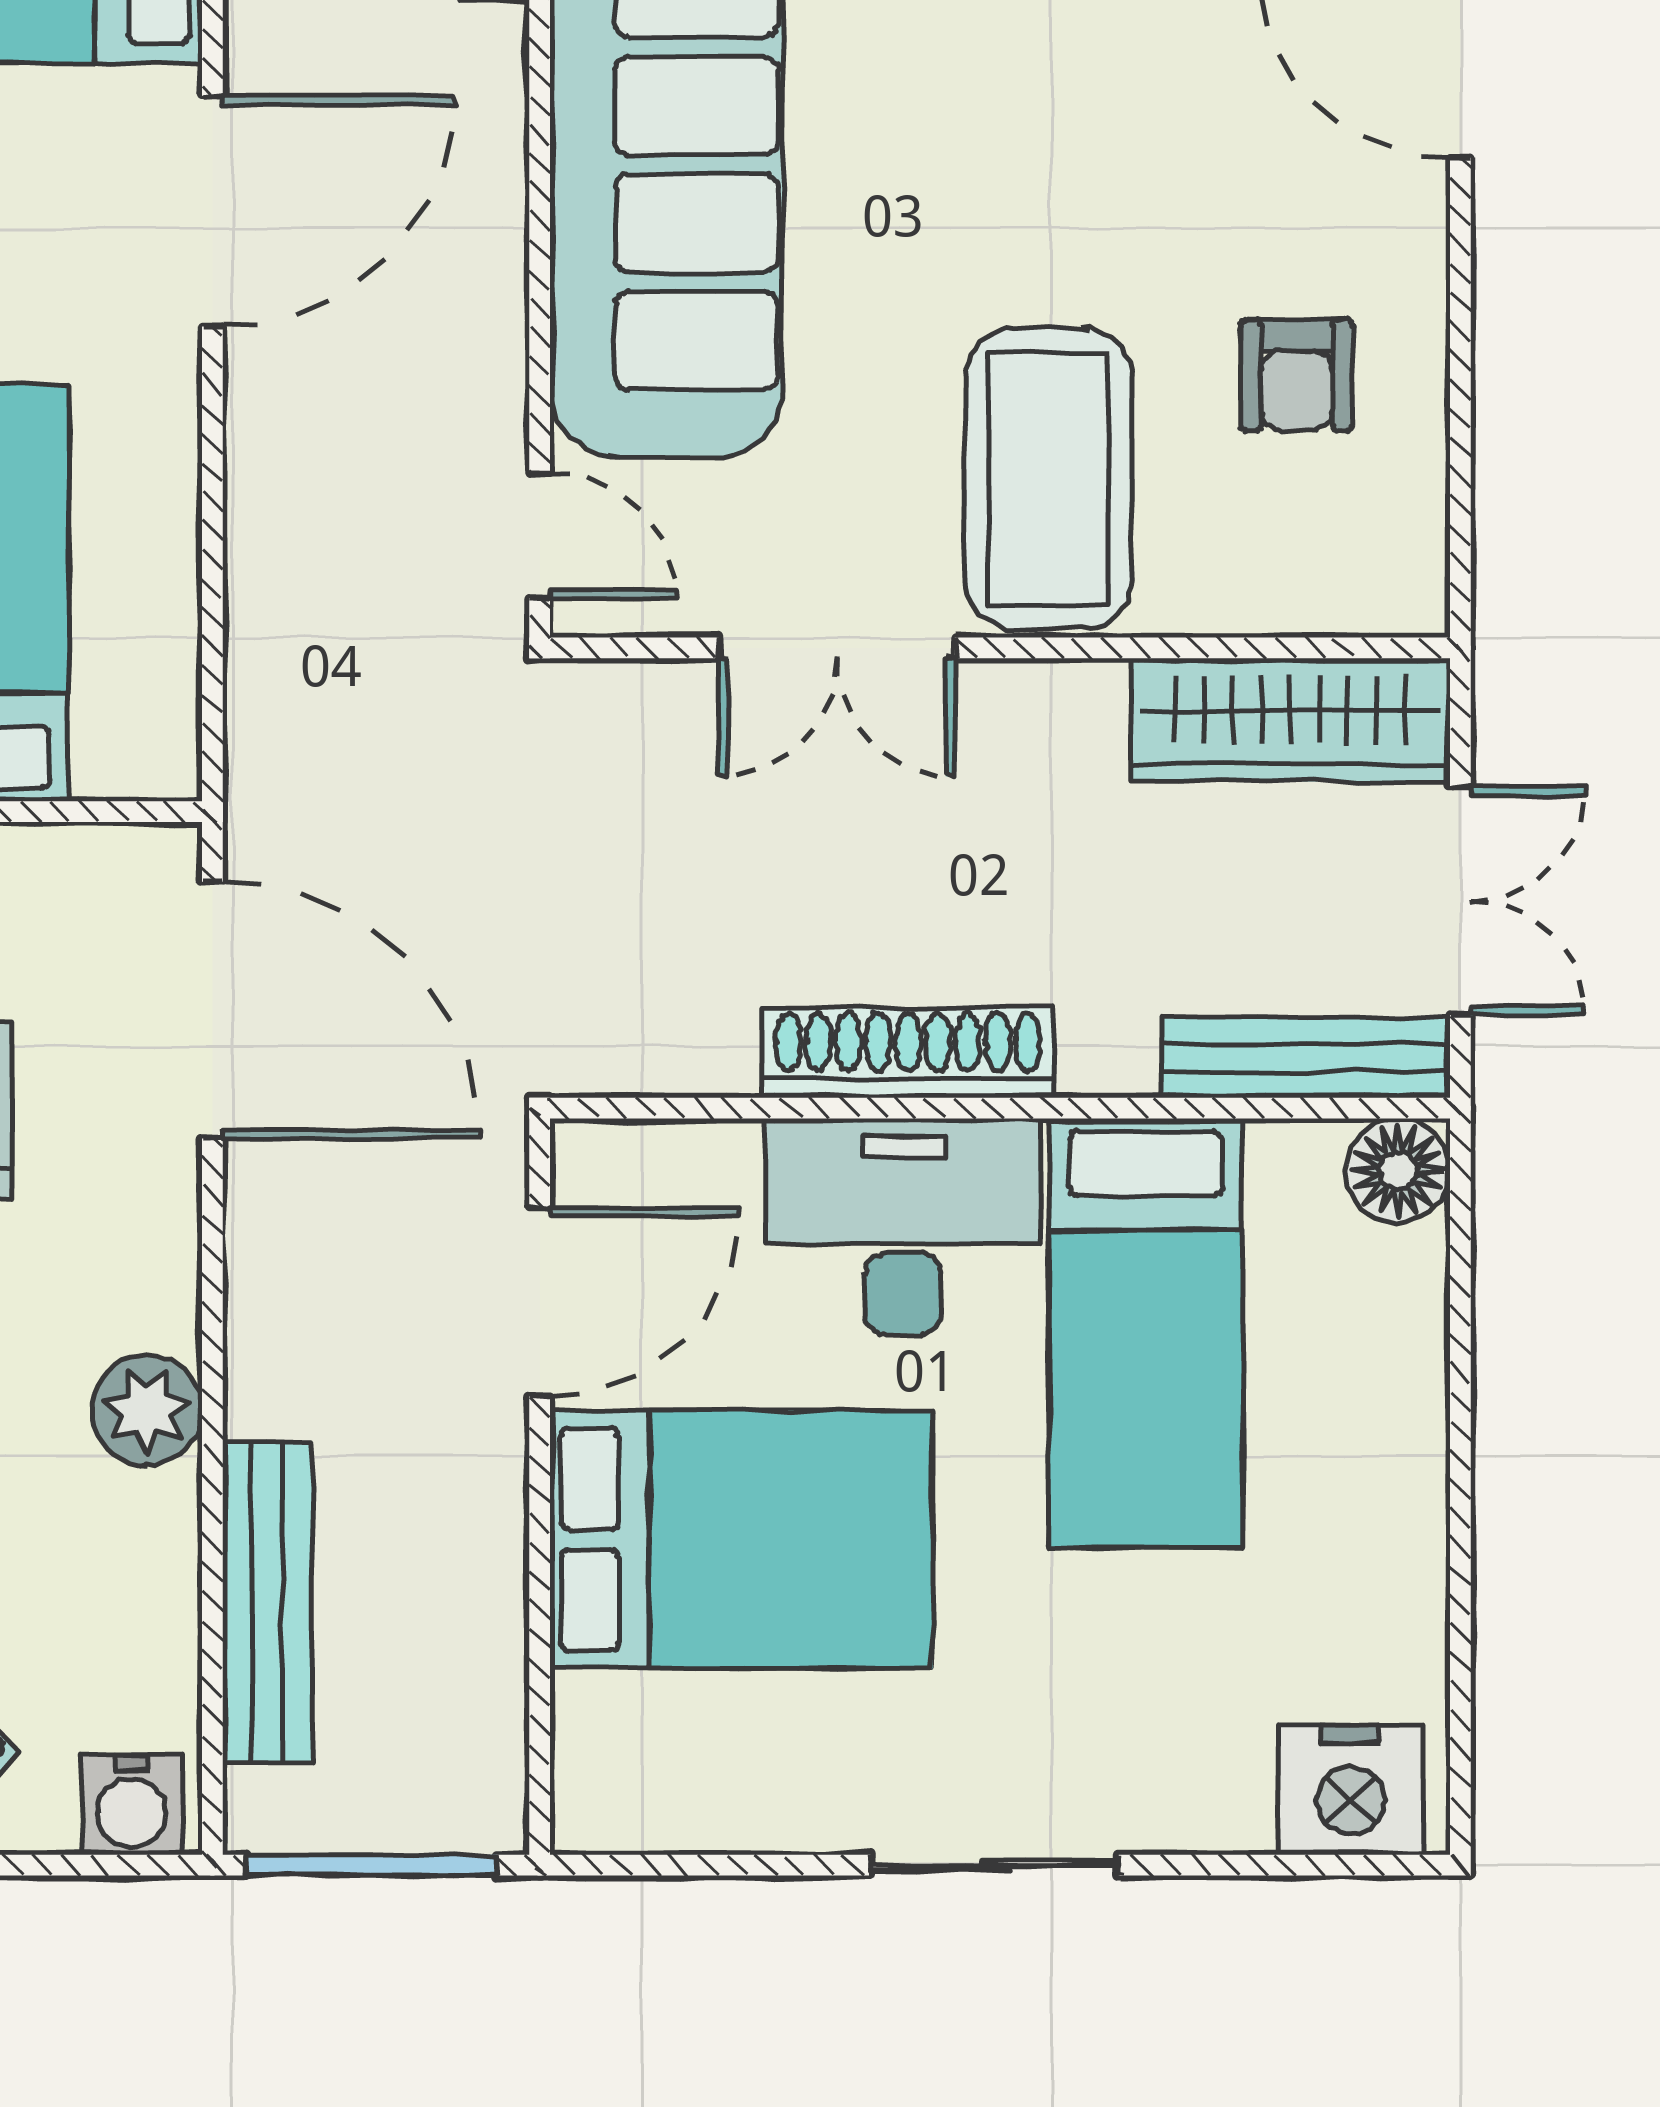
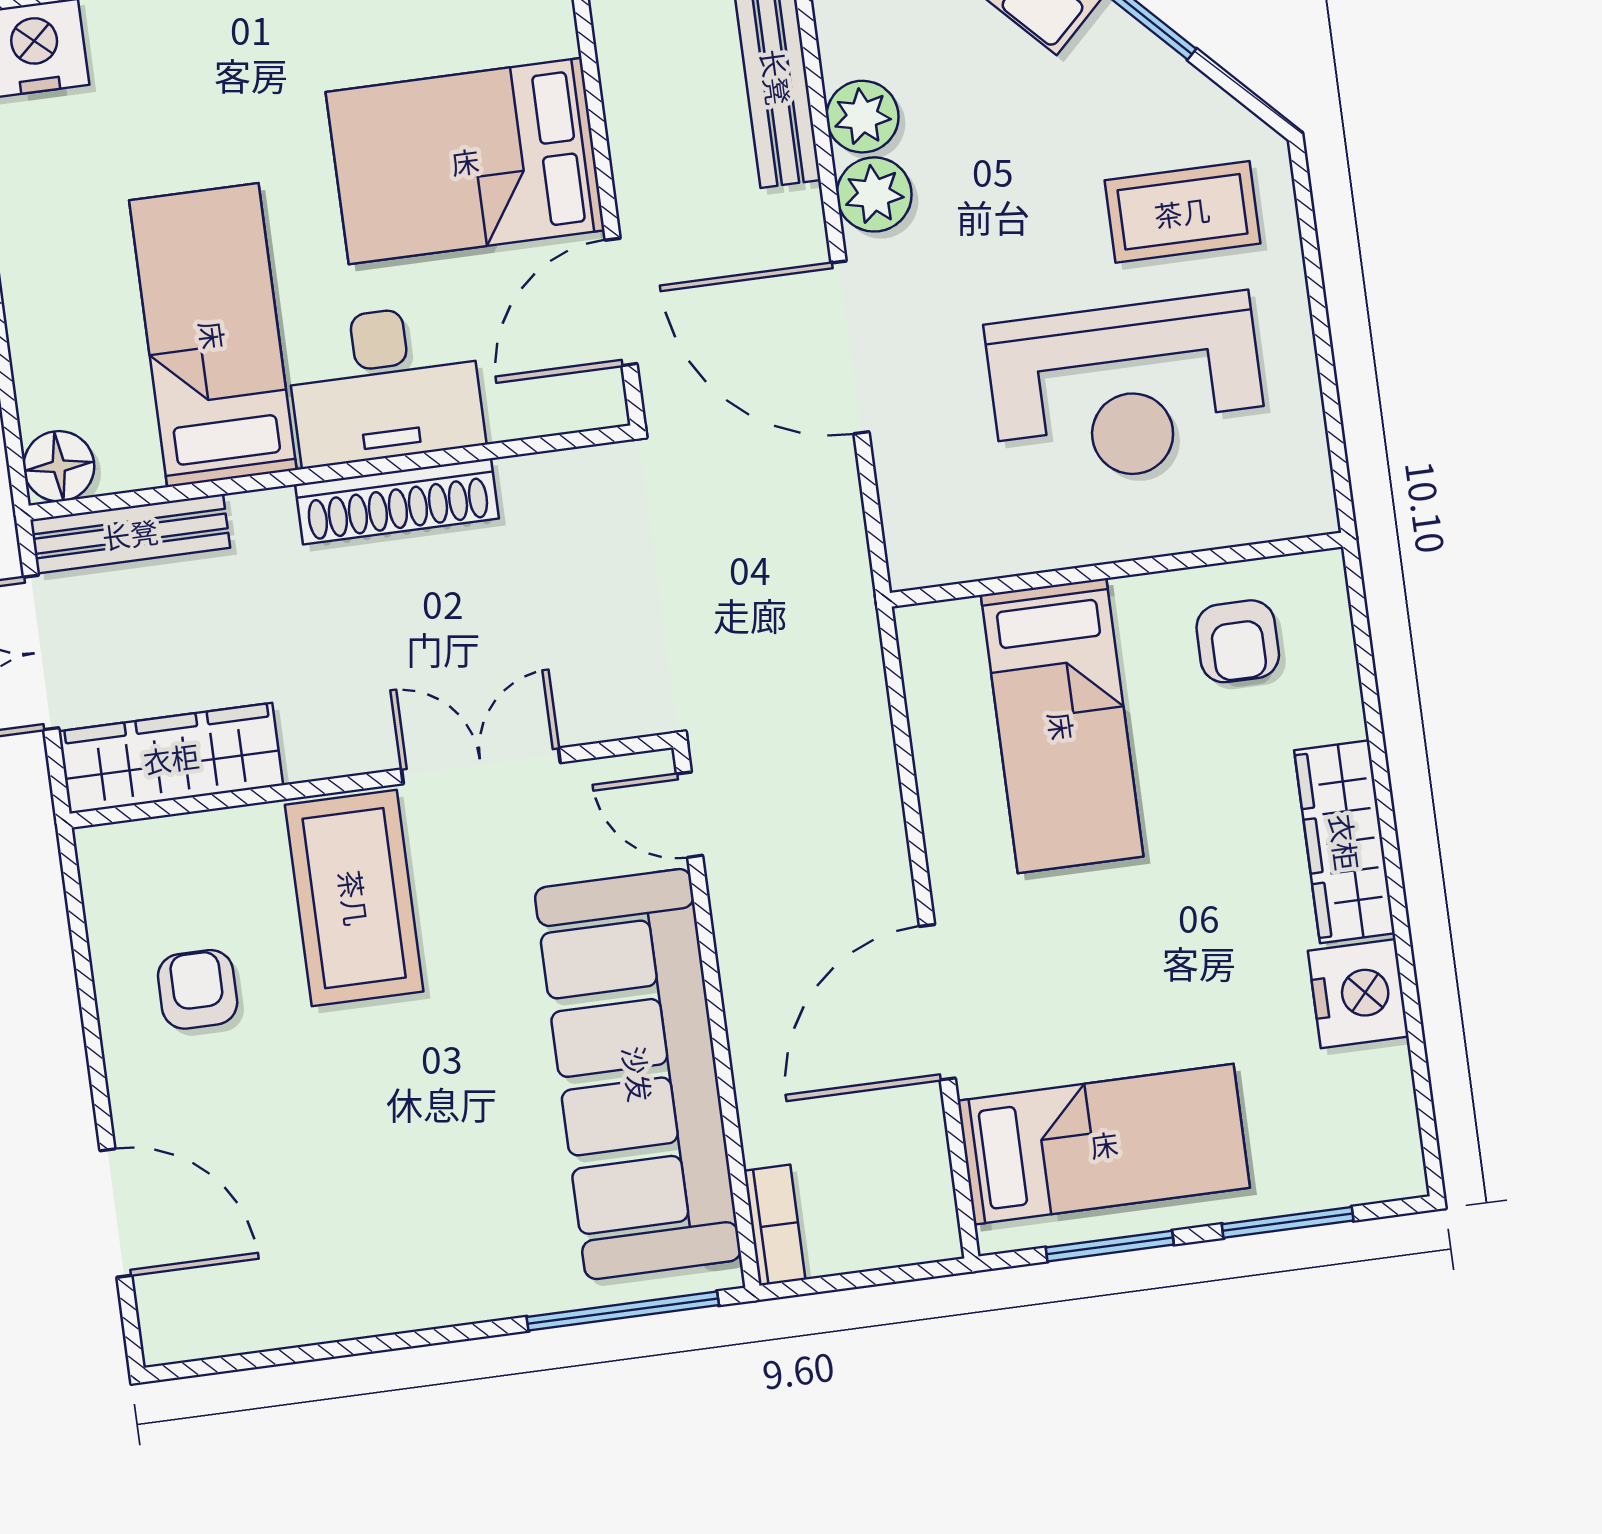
door: (212, 1010) -> (850, 347), moved
plant: (149, 1527) -> (862, 117), added

